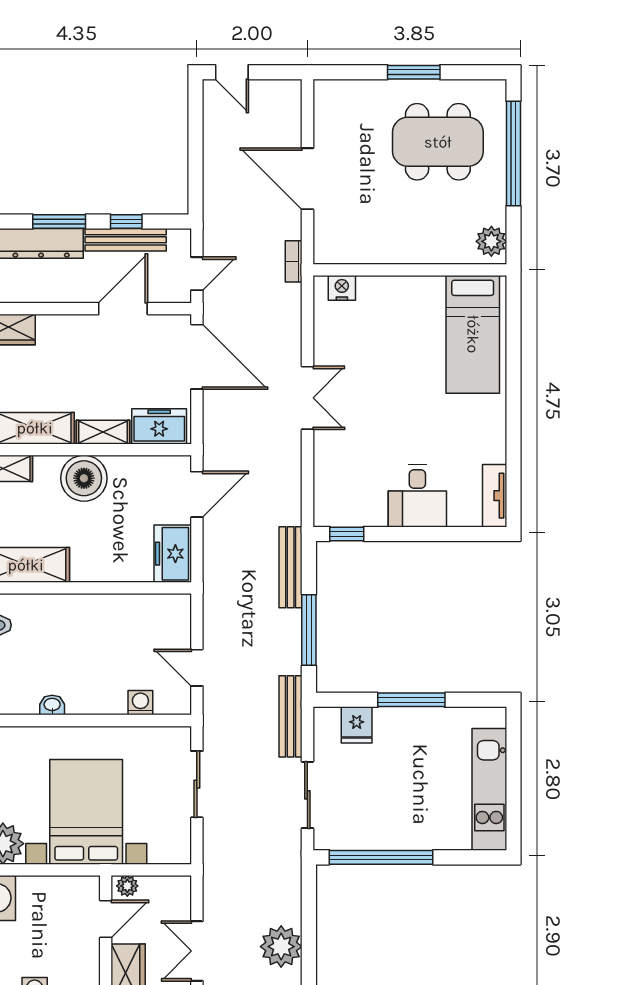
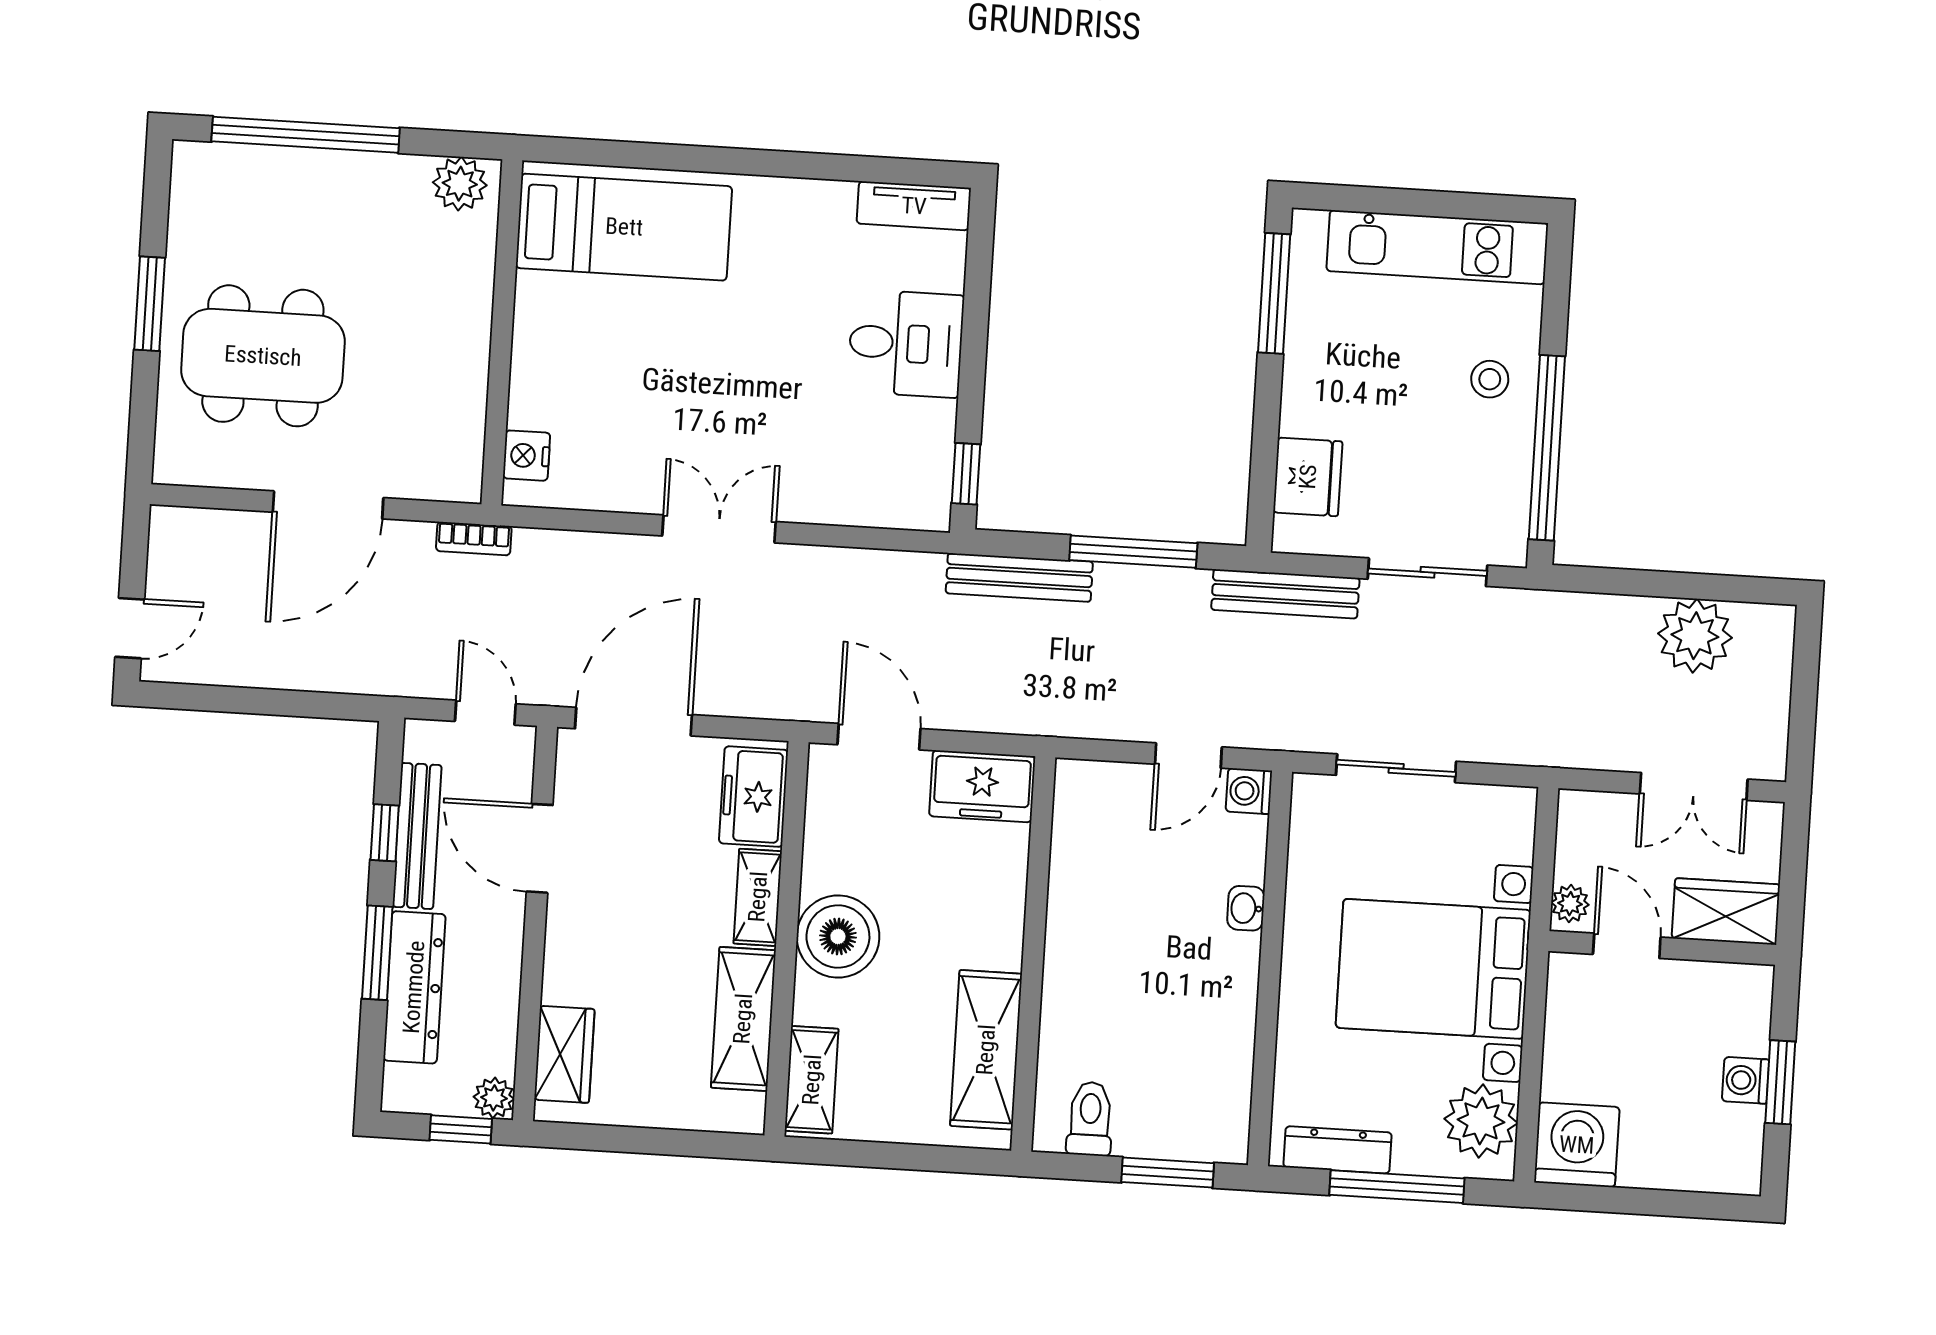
dining table: (438, 142) -> (263, 356), moved, turned 90
window: (411, 700) -> (1274, 293), moved
washing machine: (140, 703) -> (1249, 791), moved
washbasin: (52, 705) -> (1246, 908), moved
fridge: (357, 725) -> (1308, 477), width x1.38
stool: (417, 823) -> (1490, 379), added

